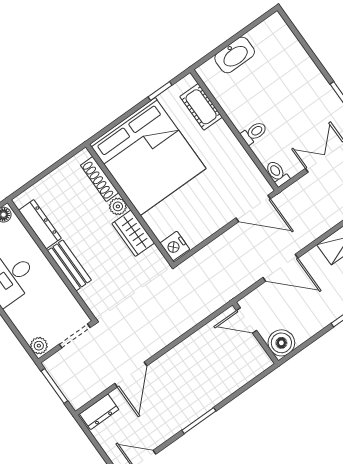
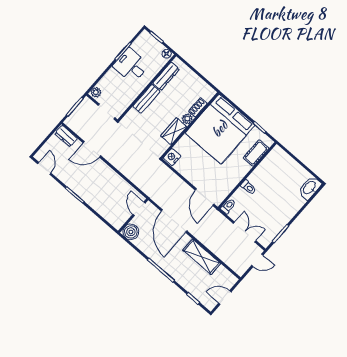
washbasin: (235, 55) -> (310, 188), moved, turned 90
shoe rack: (100, 179) -> (198, 107), width x0.70
door: (280, 268) -> (174, 221), width x1.36

